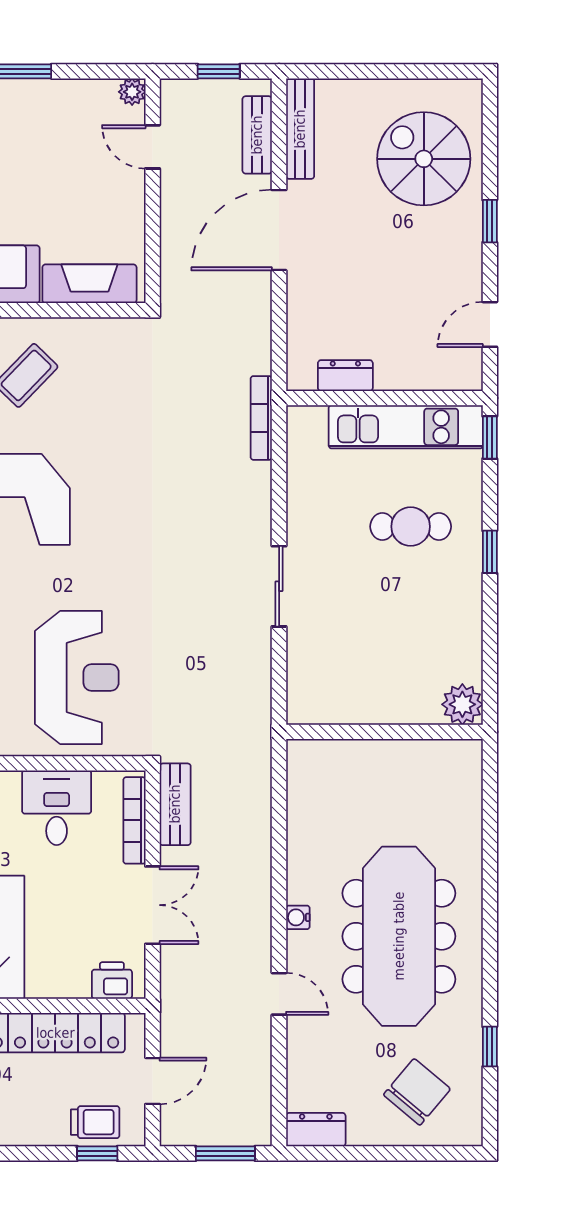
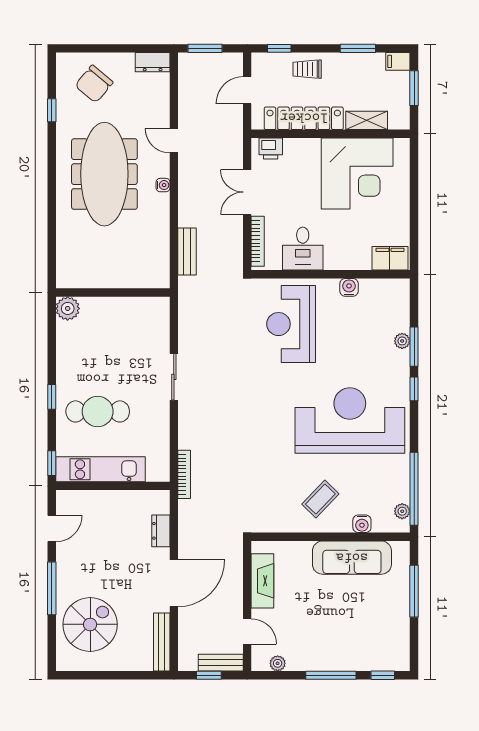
plant: (132, 92) -> (278, 663), moved
bench: (257, 135) -> (221, 663), moved, turned 90
spiral stairs: (424, 159) -> (90, 624), turned -90
window: (490, 221) -> (52, 588), width x2.17
fireplace: (89, 284) -> (262, 581), moved, turned -90
dresser: (345, 376) -> (161, 531), moved, turned 90
cafe table: (411, 527) -> (98, 411), width x1.37, depth x1.35
bench: (175, 804) -> (187, 251), moved
trolley: (95, 1122) -> (307, 69), moved

